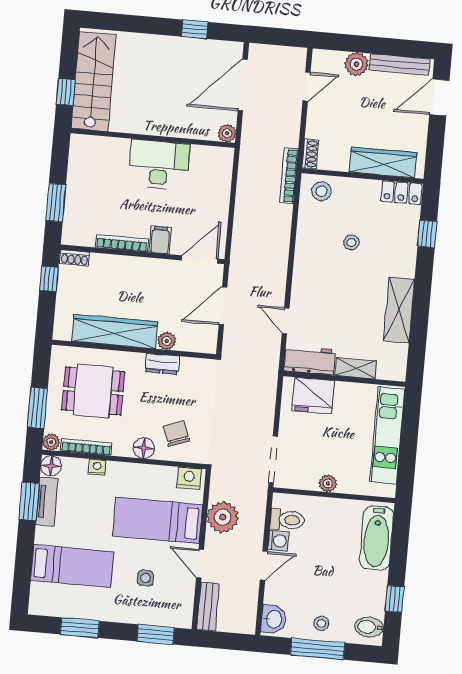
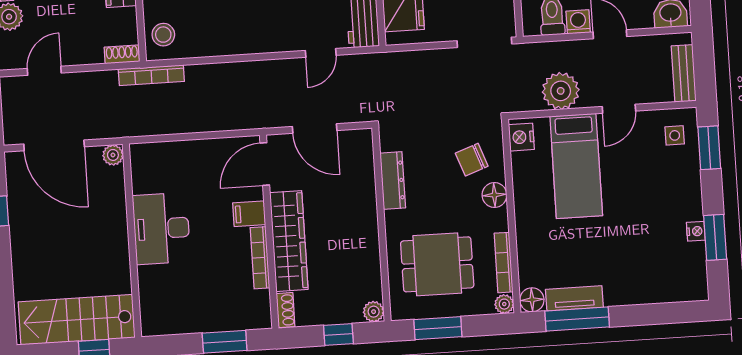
door: (307, 87) -> (44, 71), hinge flipped
door: (200, 259) -> (265, 164), hinge flipped
window: (49, 279) -> (338, 334), moved
wardrobe: (115, 332) -> (289, 241), moved, turned 180
plant: (167, 341) -> (374, 312), moved
dresser: (162, 364) -> (393, 180), width x1.44
dining table: (93, 391) -> (437, 264), turned 90
window: (37, 408) -> (438, 328), moved
nightstand: (97, 467) -> (696, 231), moved, turned 180
window: (29, 501) -> (577, 319), width x1.44
bed: (72, 566) -> (645, 257), removed
side table: (145, 578) -> (675, 135), moved
bench: (208, 607) -> (684, 73), moved, turned 90

